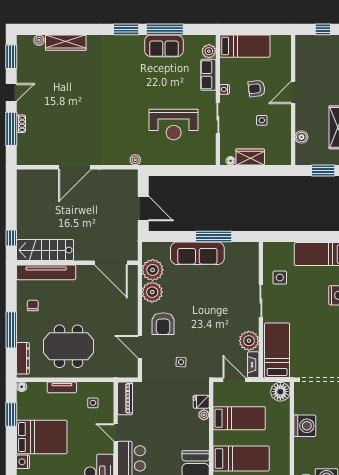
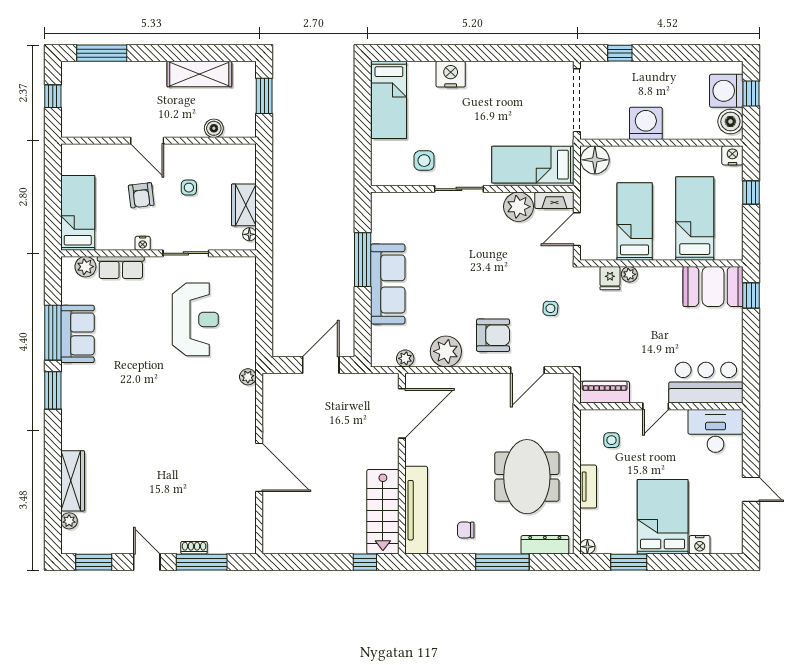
plant: (153, 270) -> (405, 358), width x0.53, depth x0.53

